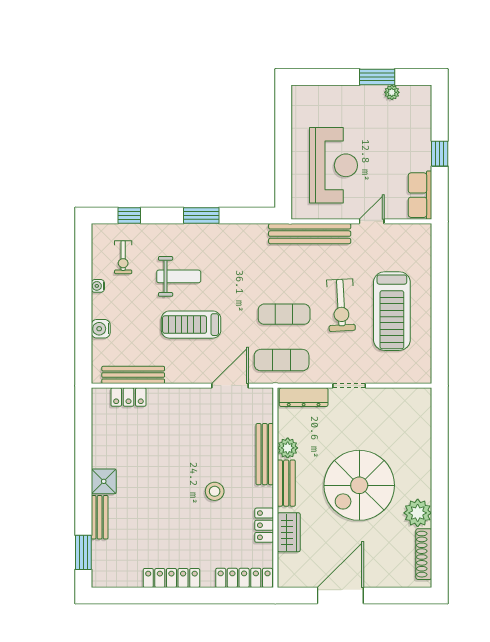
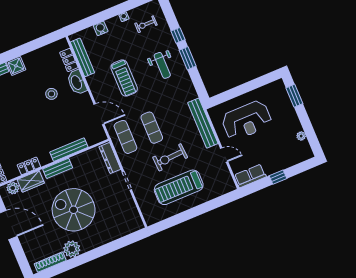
window: (377, 77) -> (294, 96), moved
window: (129, 215) -> (178, 35), moved
weight bench: (179, 276) -> (162, 65), moved
treadmill: (191, 325) -> (124, 78), turned 180
washbasin: (168, 399) -> (77, 82), added
plant: (288, 448) -> (13, 188), moved
stool: (215, 491) -> (51, 94), moved

